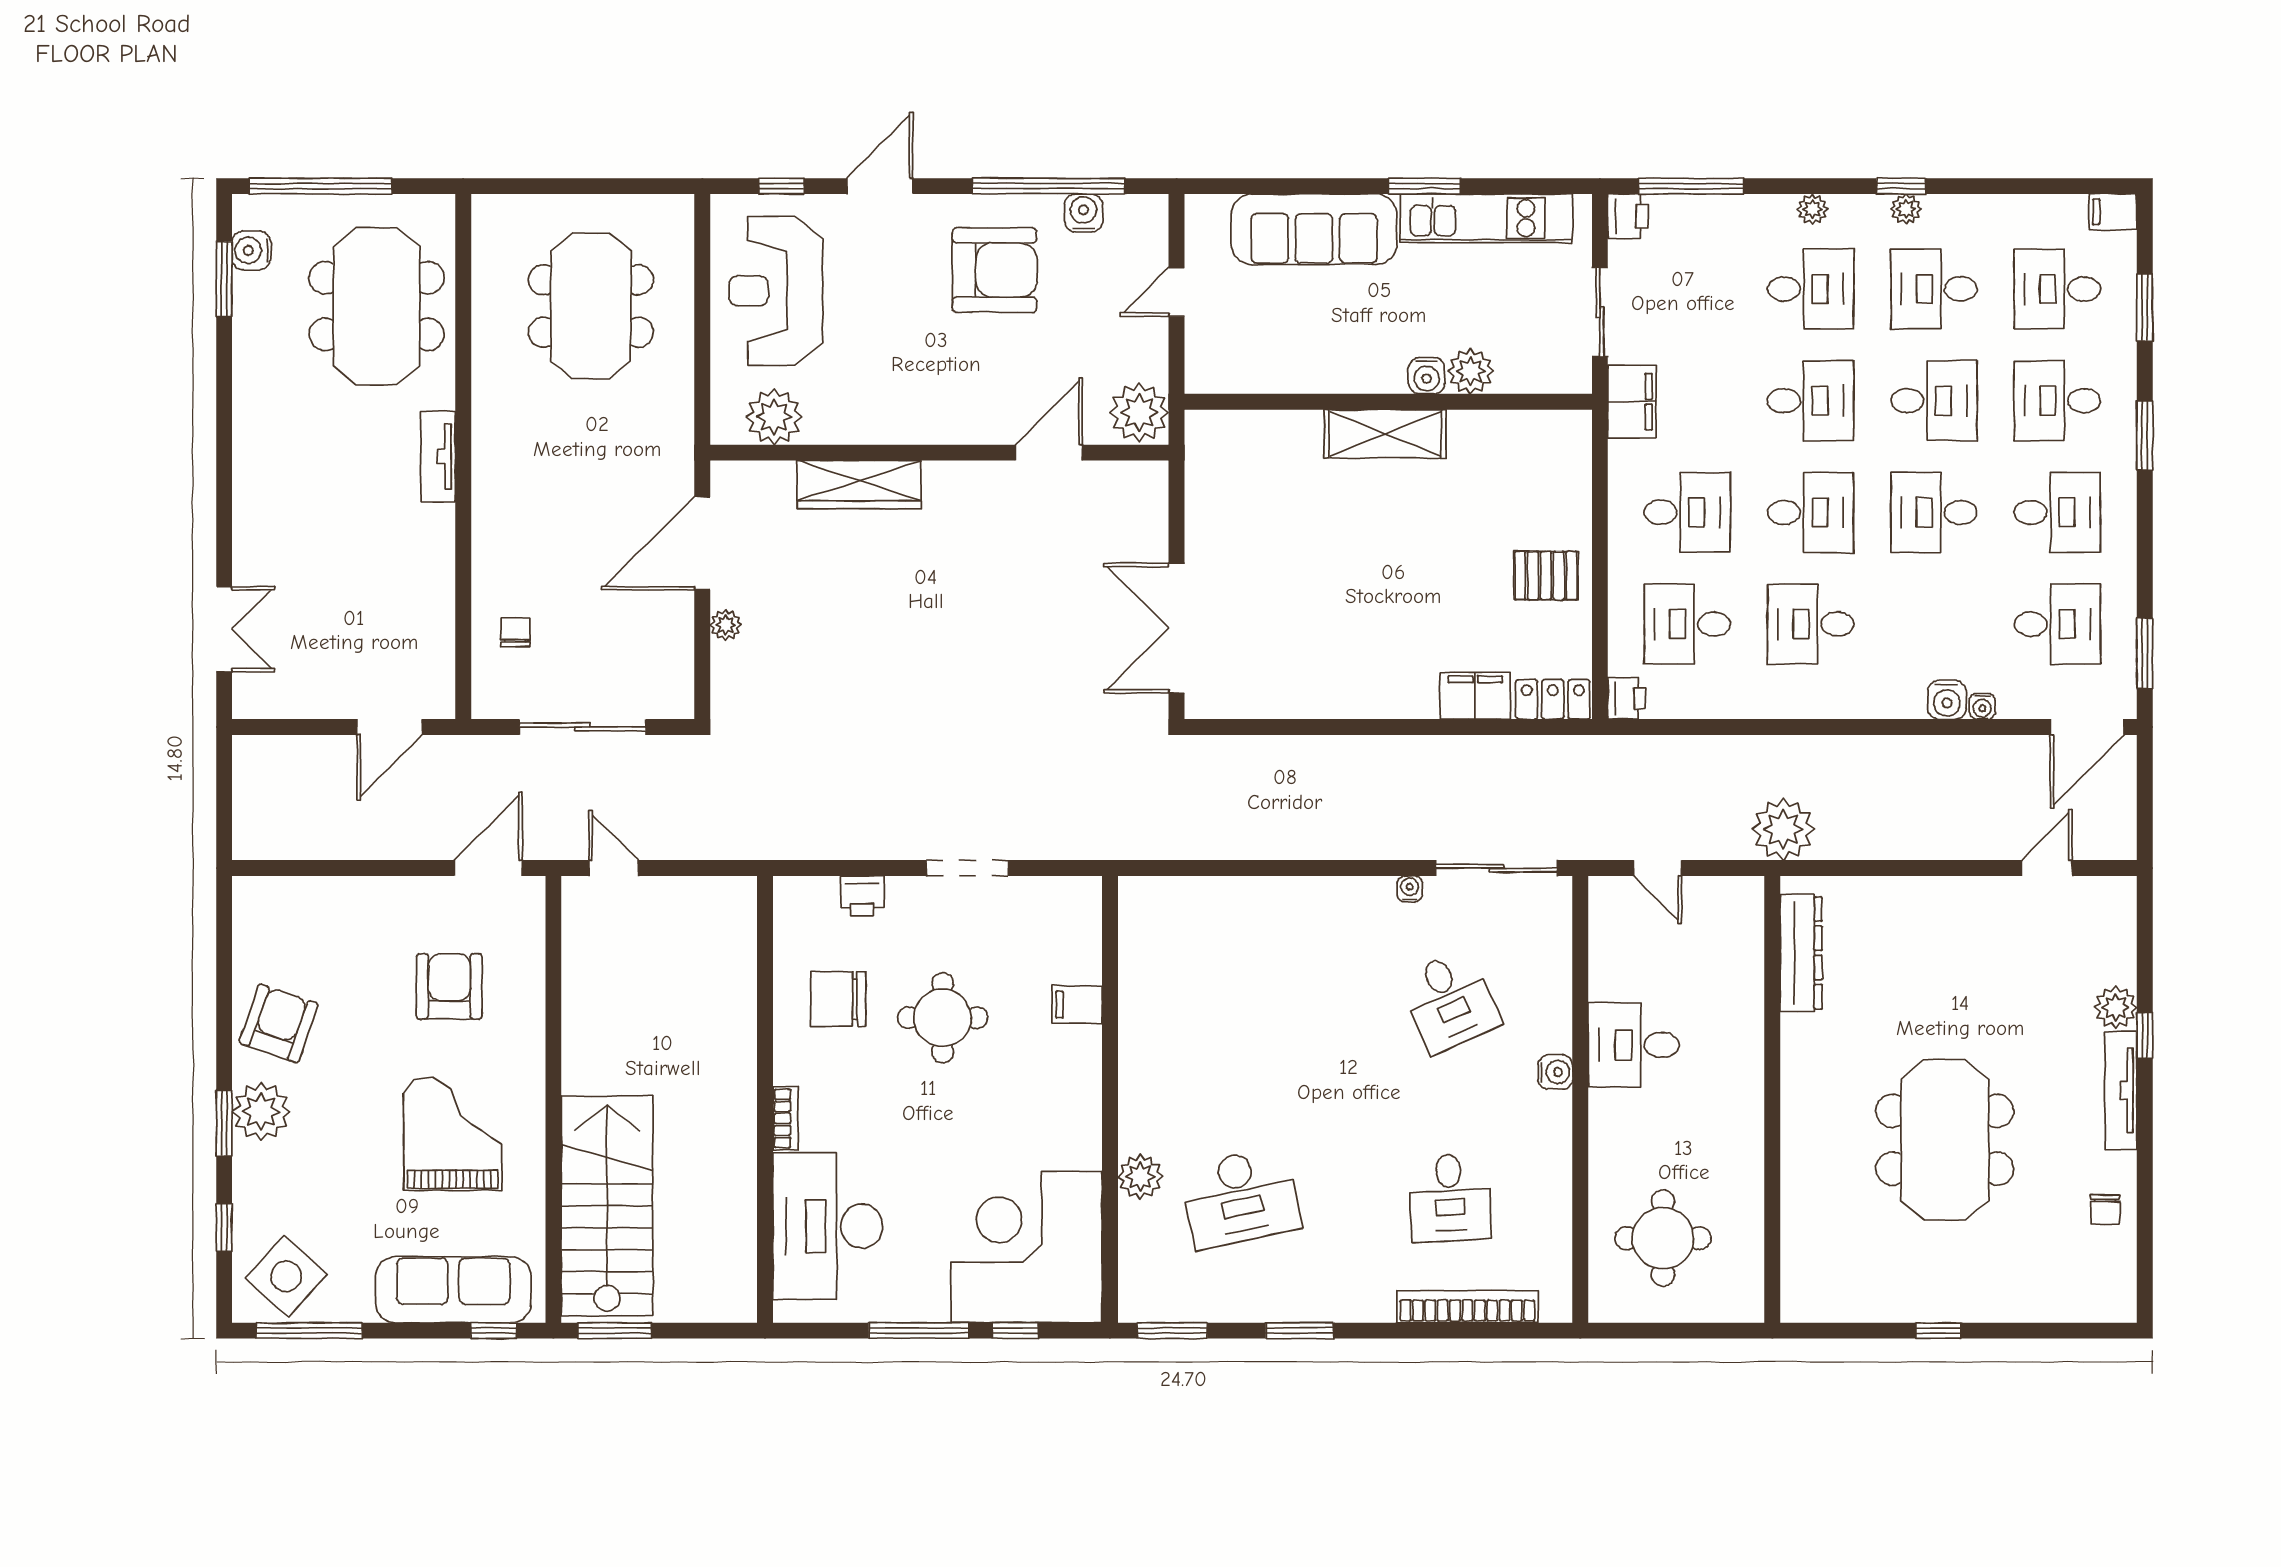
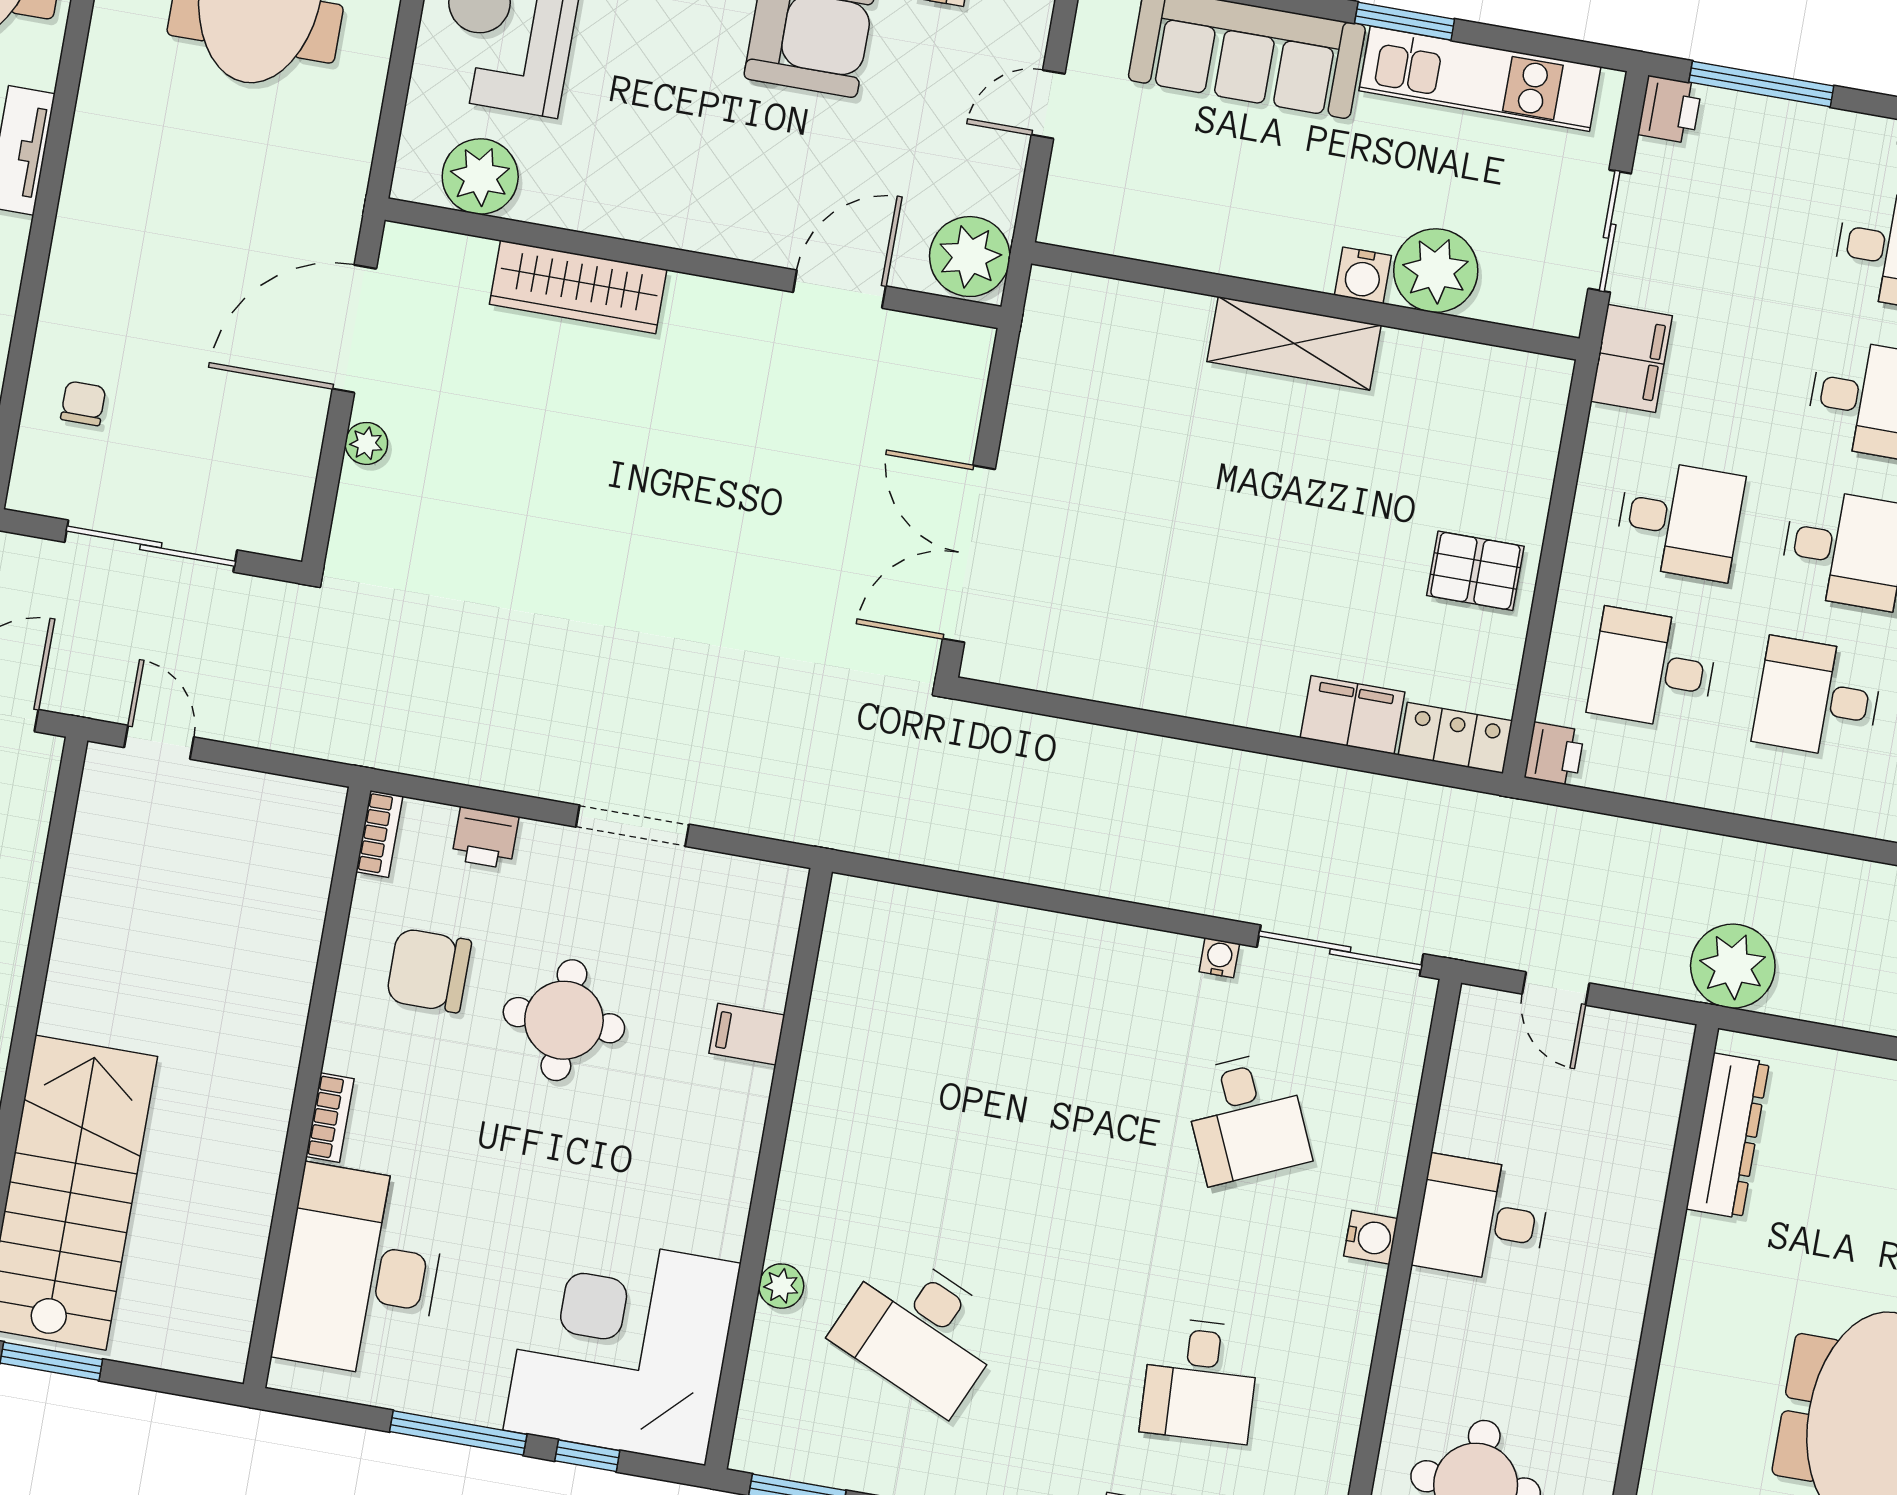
plant: (1471, 371) -> (1436, 271), width x1.36, depth x1.36
bookcase: (785, 906) -> (379, 834), added
plant: (1140, 1177) -> (781, 1286), width x0.73, depth x0.73
desk: (1240, 1198) -> (920, 1331), turned 36

